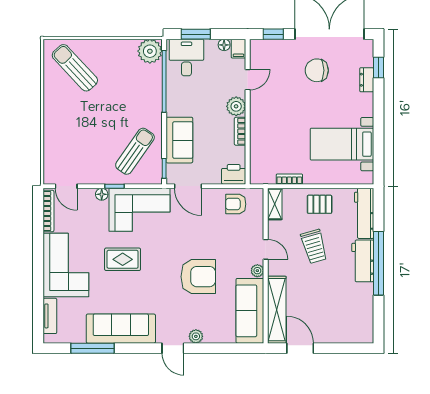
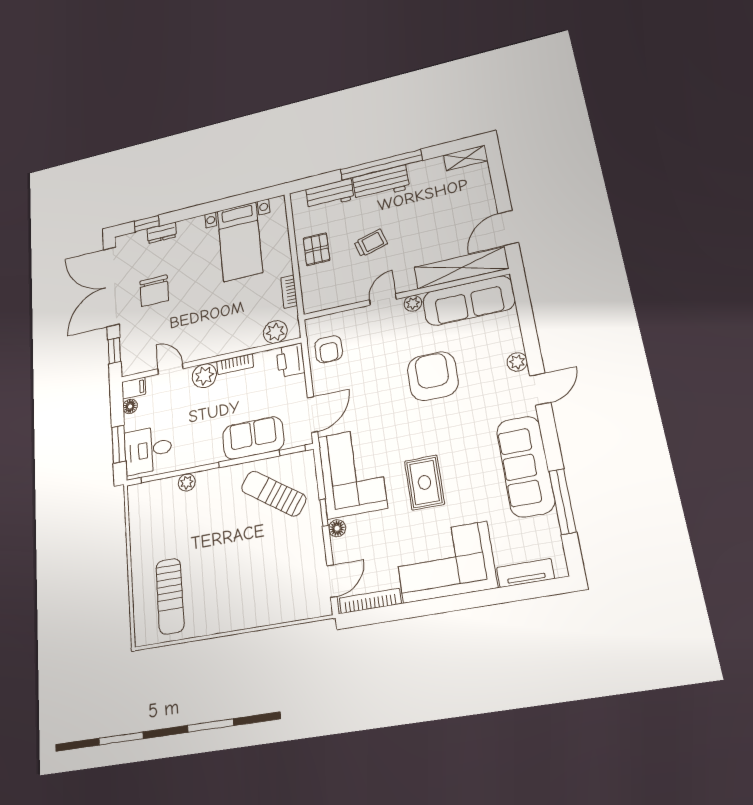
plant: (150, 51) -> (187, 482), moved, width x0.53, depth x0.53
sun lounger: (75, 68) -> (170, 596), turned -47
plant: (259, 165) -> (275, 332), added
shelving: (275, 204) -> (466, 158), moved
workbench: (364, 213) -> (330, 194), width x0.73
trolley: (314, 246) -> (371, 243), width x0.73, depth x0.72

